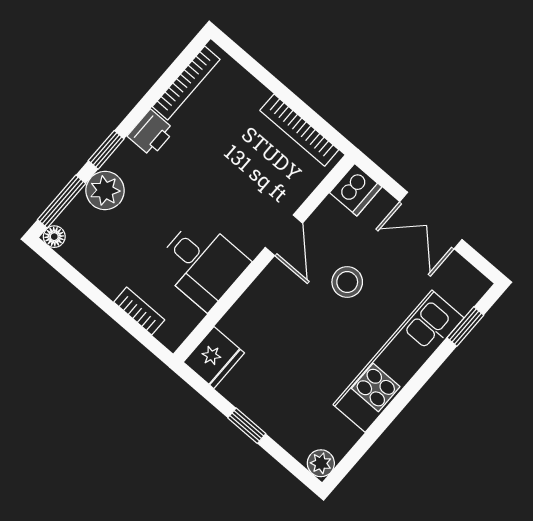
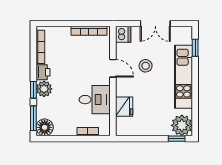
plant: (105, 191) -> (44, 89), moved
floor lamp: (54, 237) -> (45, 127), width x1.89, depth x1.89
fridge: (214, 358) -> (124, 107), moved
window: (247, 426) -> (177, 139), moved
plant: (321, 463) -> (182, 125), width x1.87, depth x1.87

